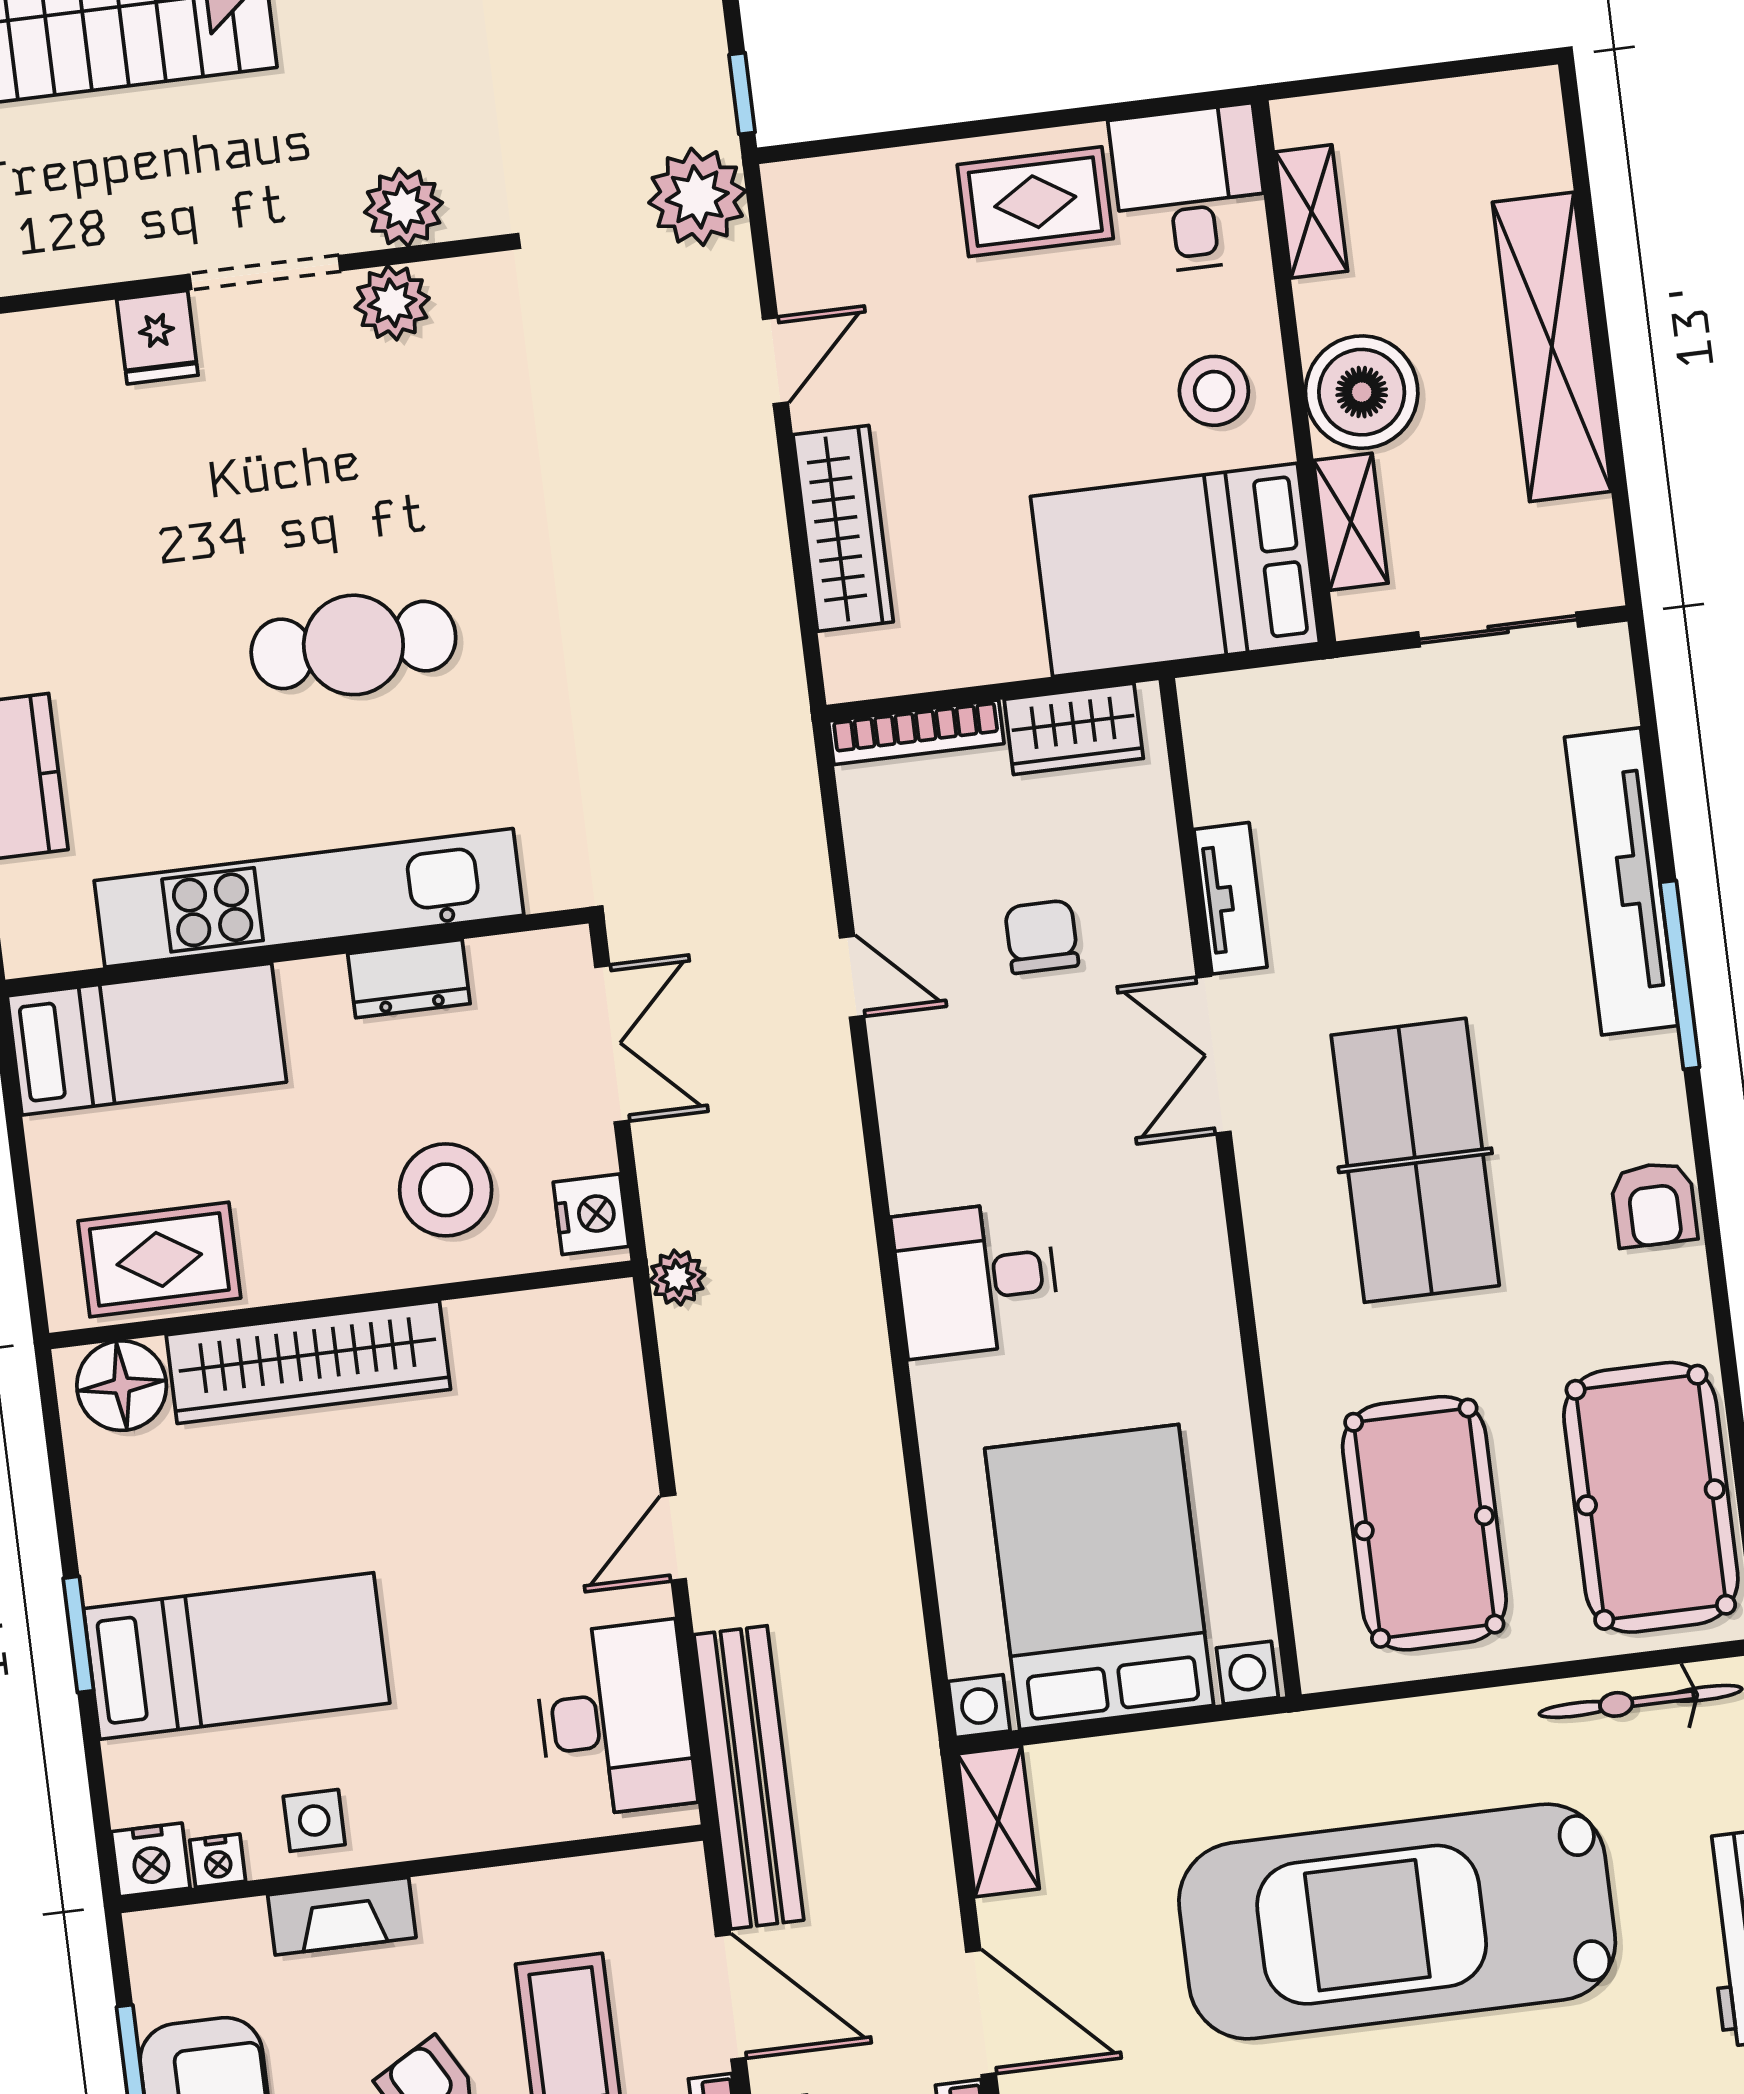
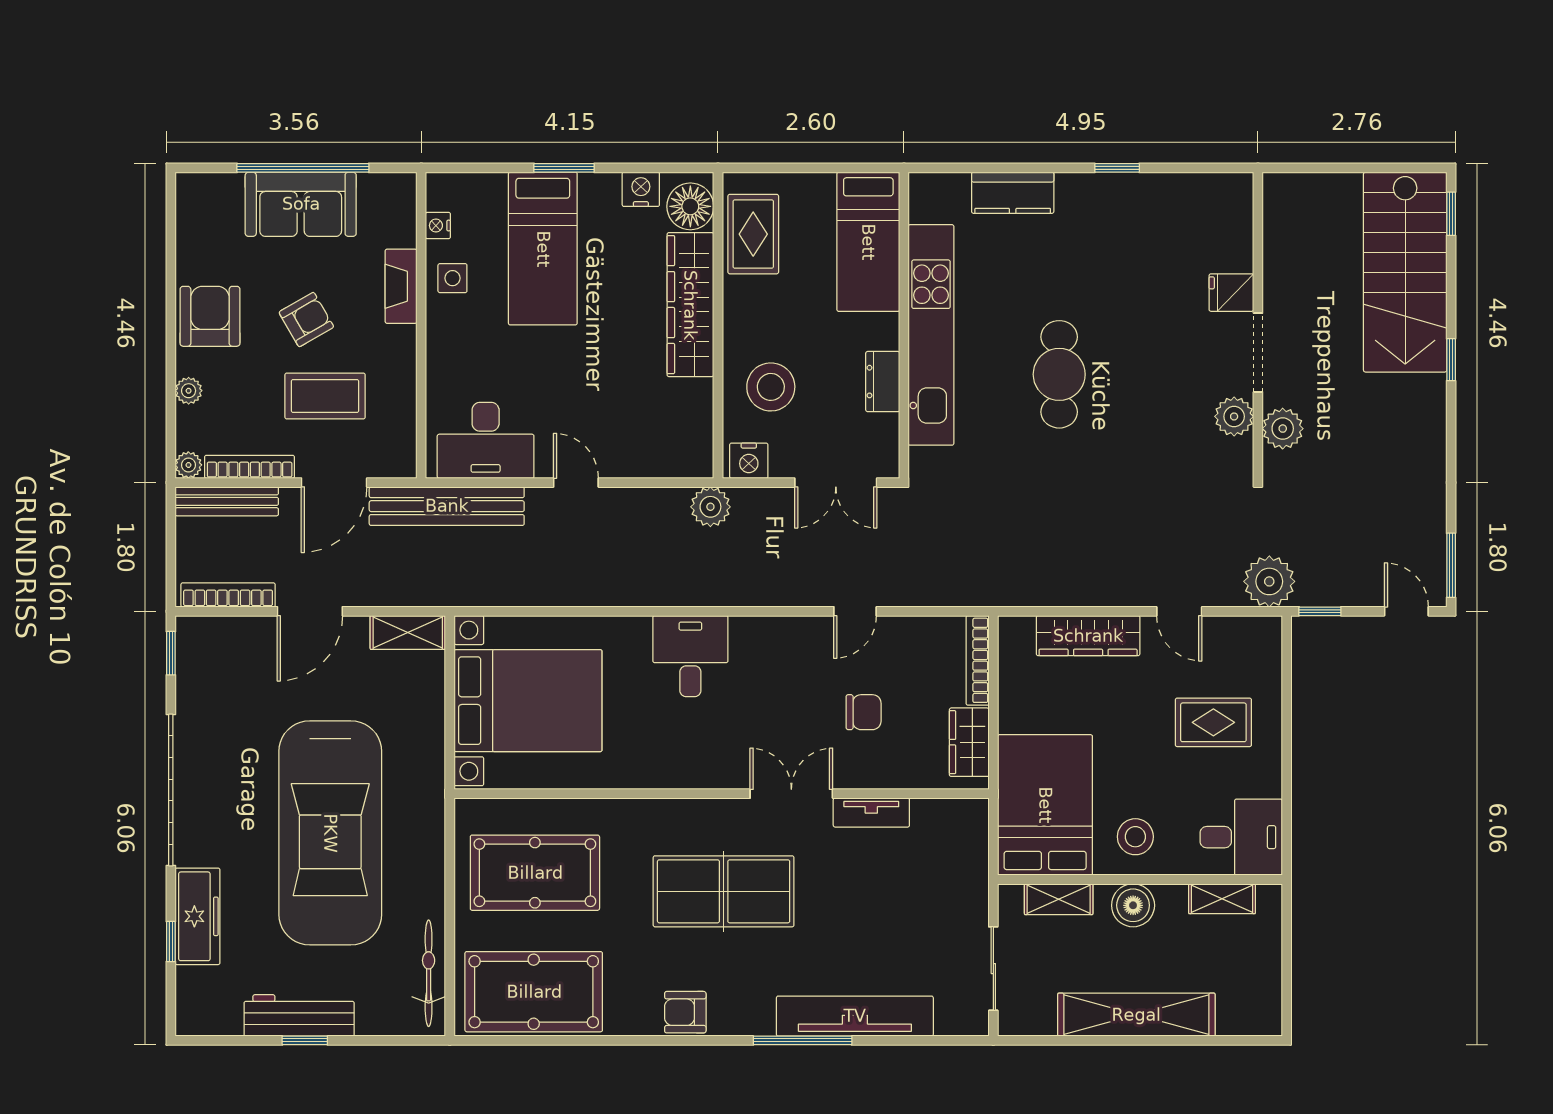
rug: (1035, 202) -> (1213, 722), moved, turned 90
boiler: (1362, 392) -> (1133, 905), width x0.73, depth x0.73
plant: (677, 1278) -> (710, 507), width x1.38, depth x1.38
nightstand: (151, 1860) -> (641, 189), moved, turned 90
car: (1397, 1921) -> (330, 833), turned 180

